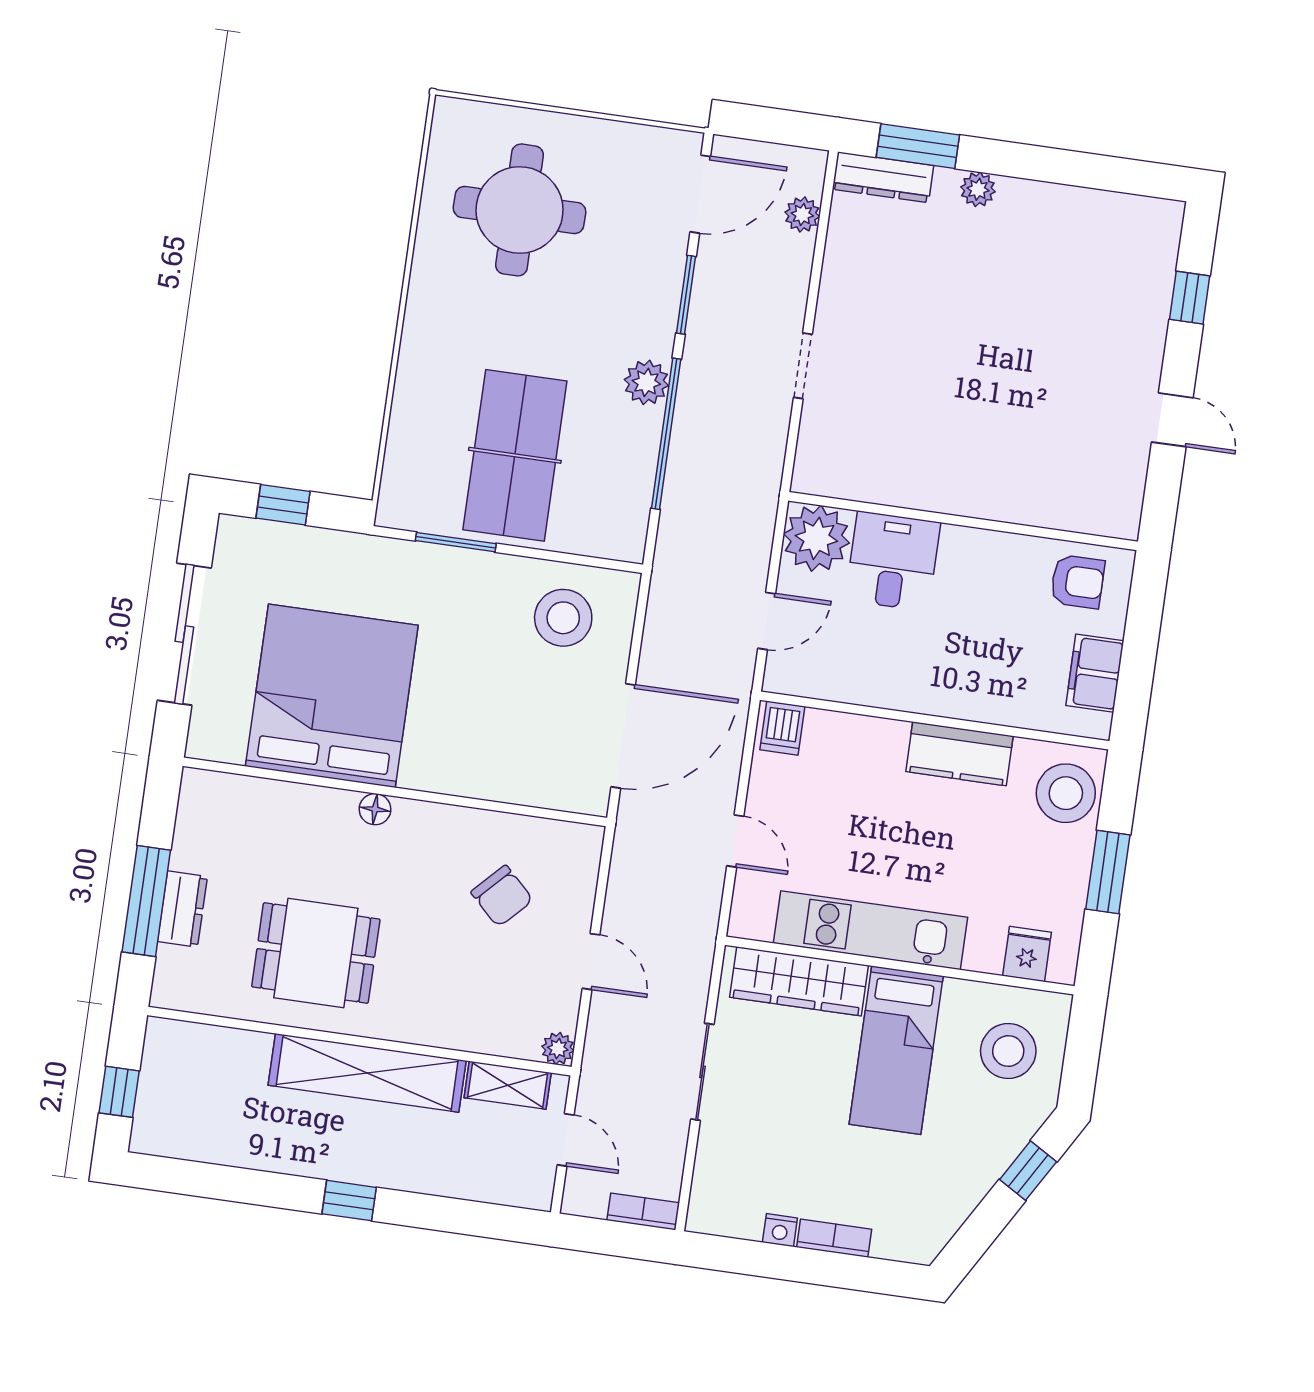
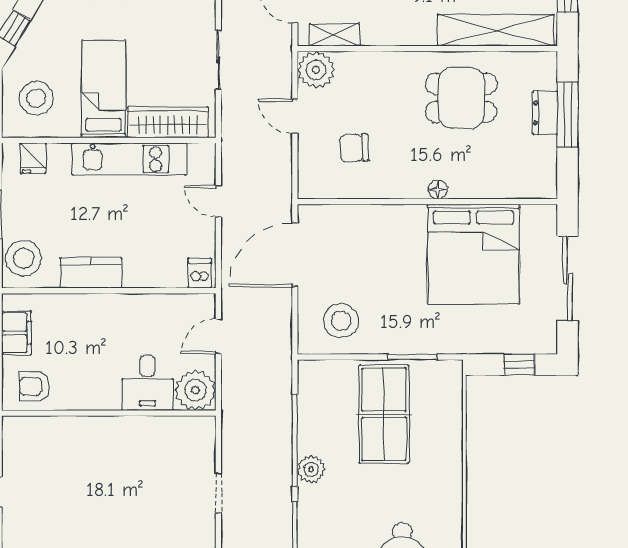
chair: (502, 896) -> (354, 148), turned -47
plant: (558, 1049) -> (316, 70), width x1.88, depth x1.88
shelving: (367, 1073) -> (496, 30), moved

